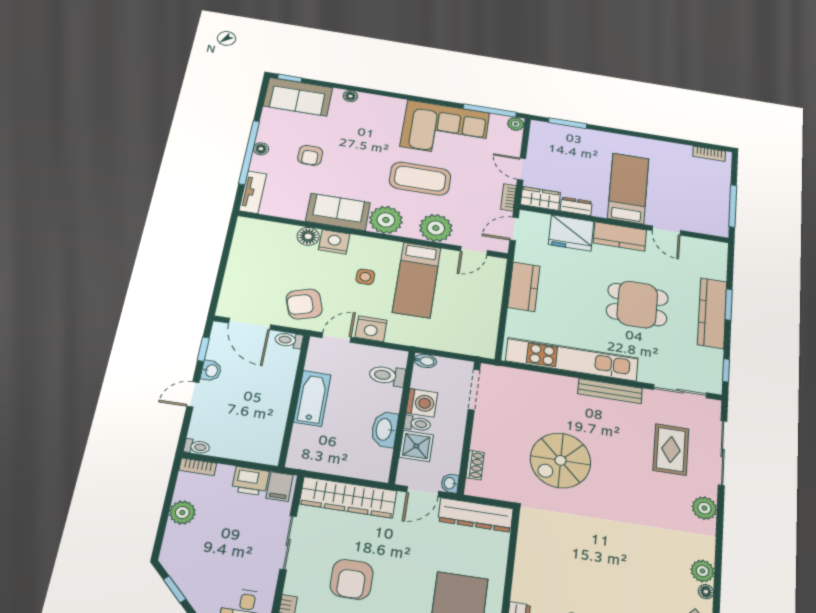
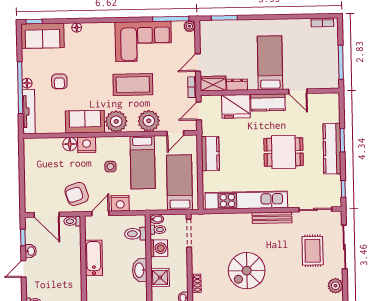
door: (522, 169) -> (198, 63), hinge flipped
tv unit: (253, 192) -> (29, 112), width x1.41
bed: (470, 317) -> (180, 182), added
toilet: (417, 424) -> (158, 230), moved

